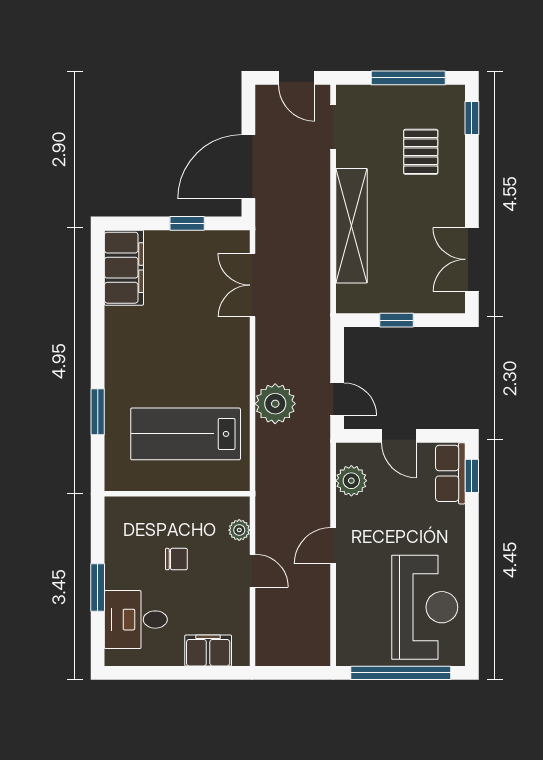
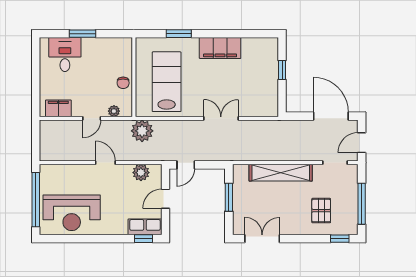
pallet: (421, 152) -> (321, 211), turned 90
door: (248, 167) -> (331, 116), moved
window: (187, 223) -> (282, 70), moved
filing cabinet: (124, 268) -> (220, 48), moved
double door: (252, 285) -> (221, 118), moved
window: (396, 320) -> (229, 197), width x1.50
plant: (275, 404) -> (142, 131), moved
chair: (176, 559) -> (123, 83), moved
filing cabinet: (208, 650) -> (58, 108), moved, turned -90

